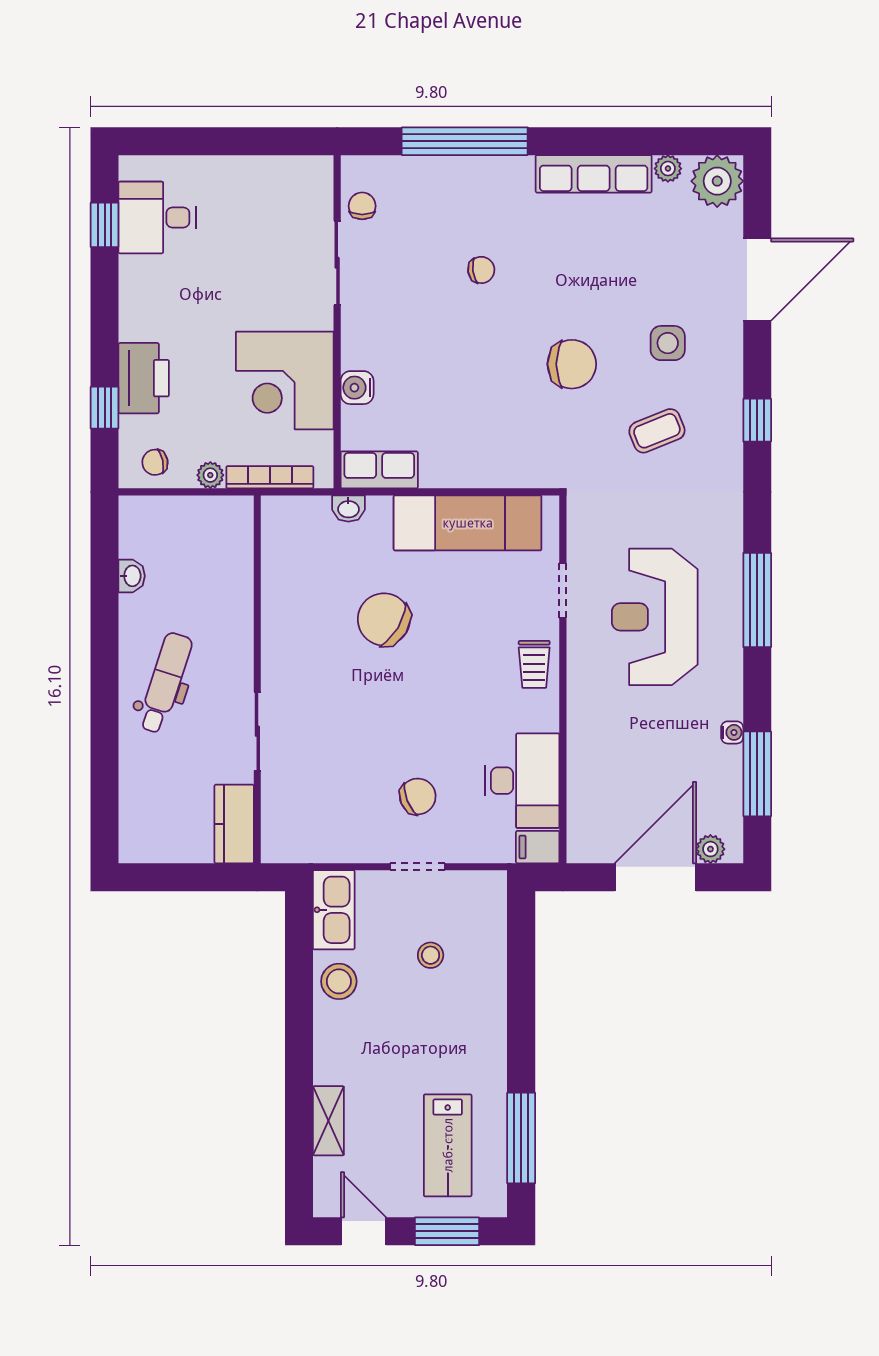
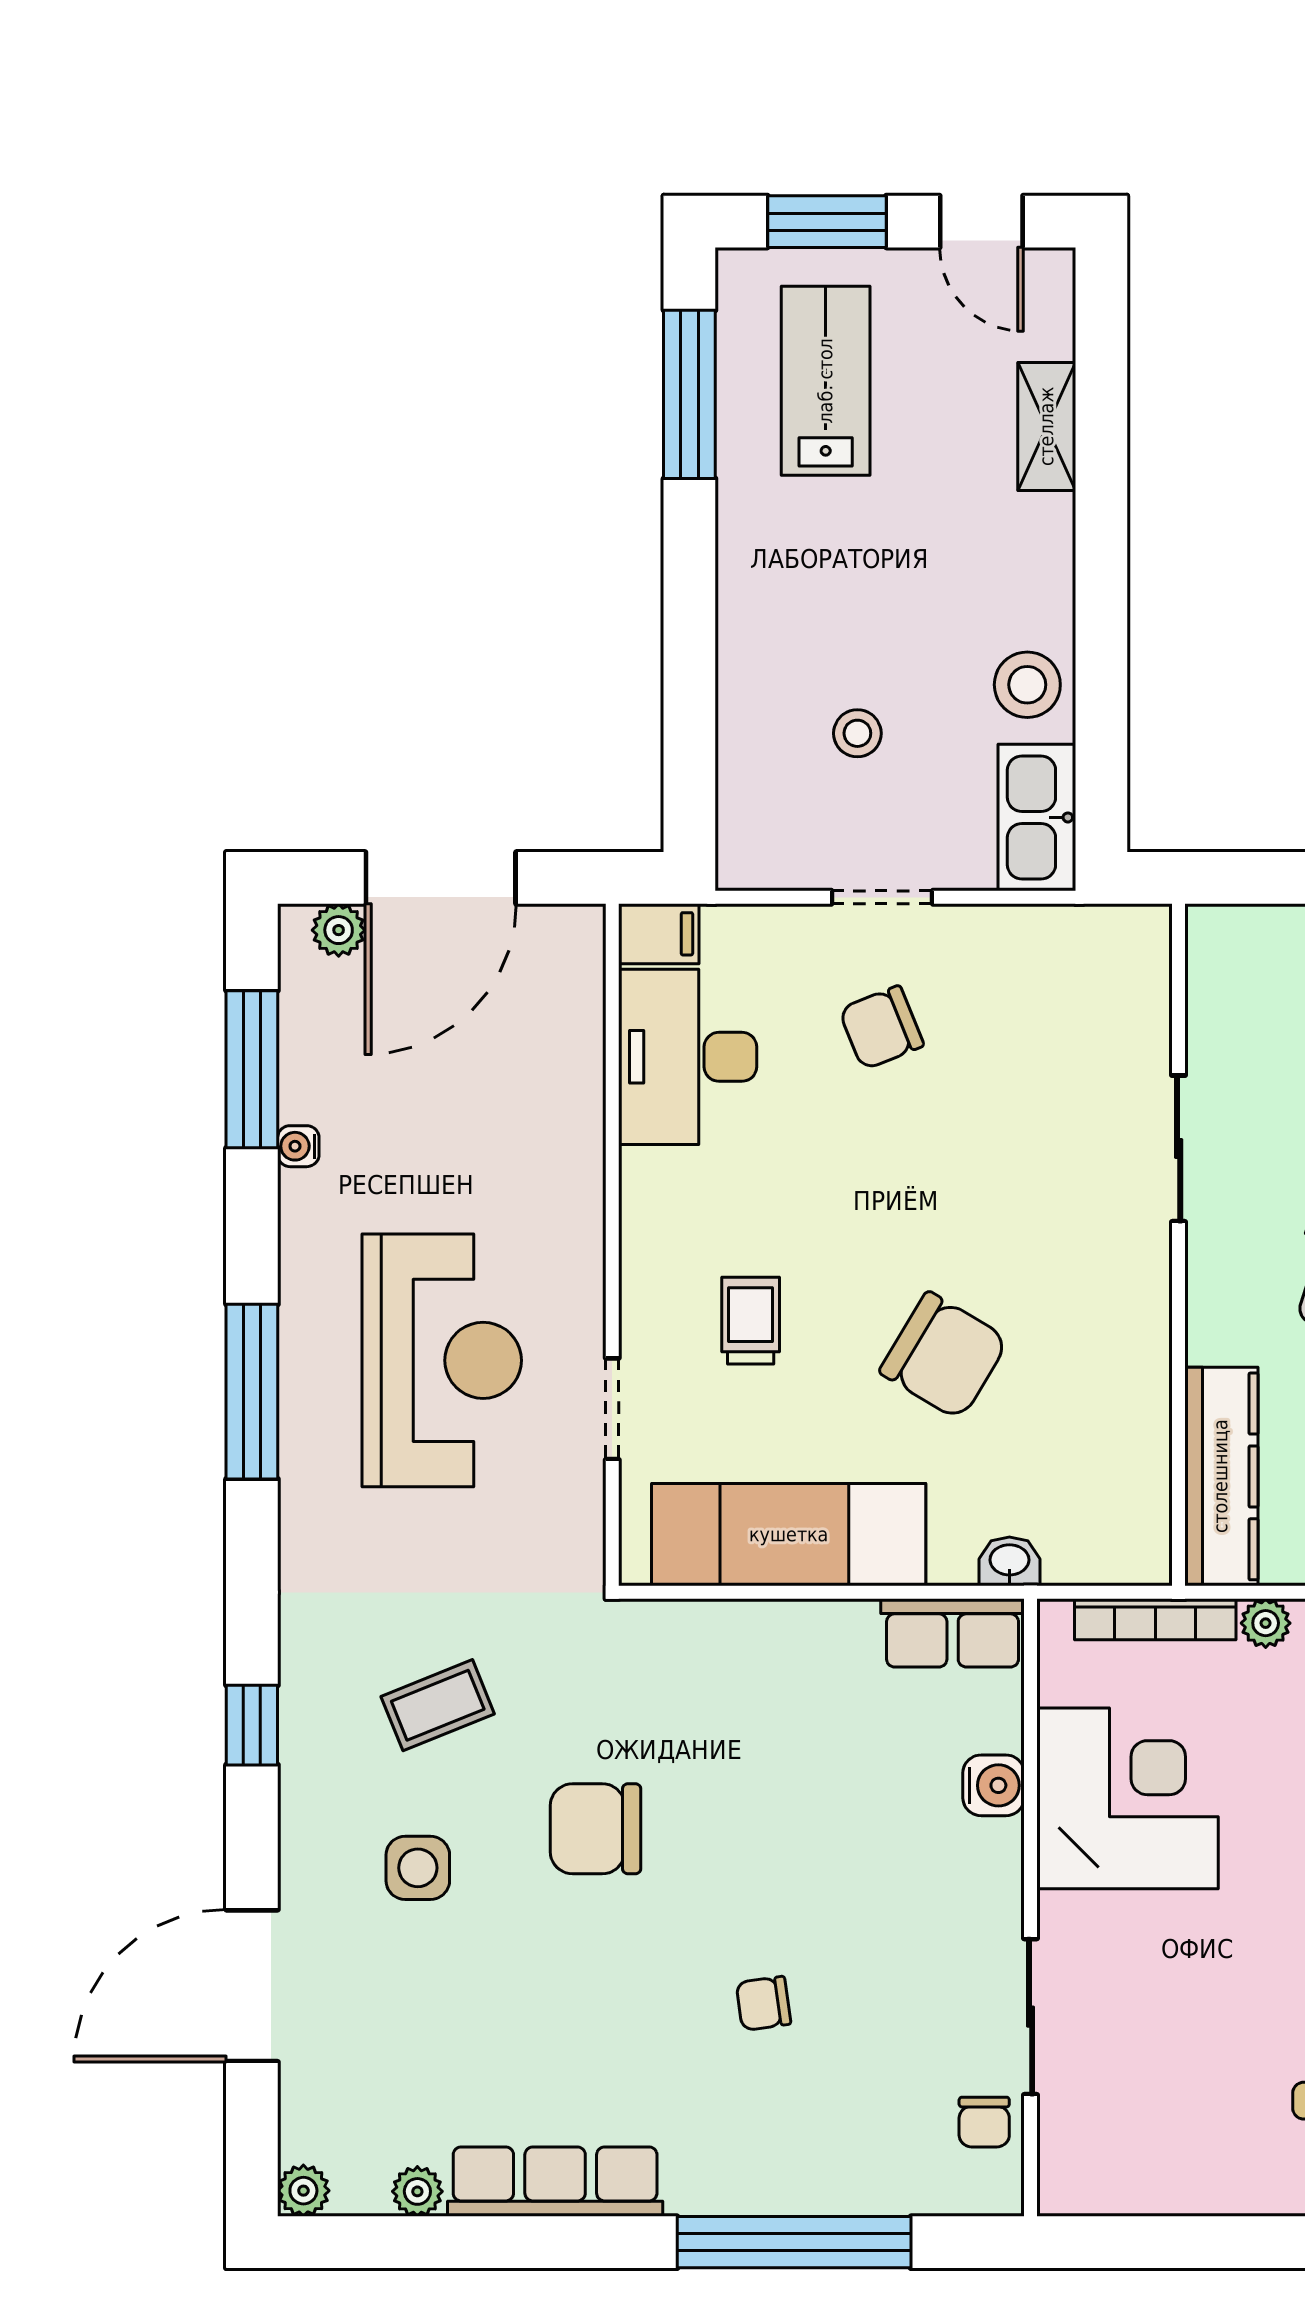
plant: (717, 181) -> (303, 2191), width x0.53, depth x0.53
trolley: (534, 664) -> (751, 1321), moved
kitchen counter: (234, 824) -> (1221, 1476), moved, width x1.50

